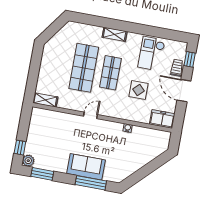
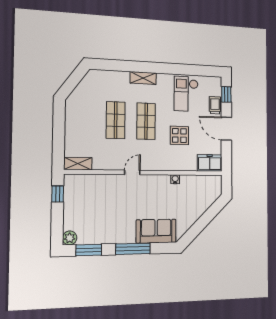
shop shelf: (84, 68) -> (116, 120), width x0.70, depth x0.74
window: (20, 148) -> (58, 194), moved
sofa: (86, 167) -> (156, 231), moved
window: (91, 183) -> (133, 249), moved

